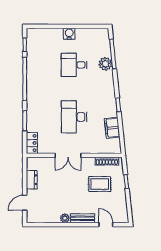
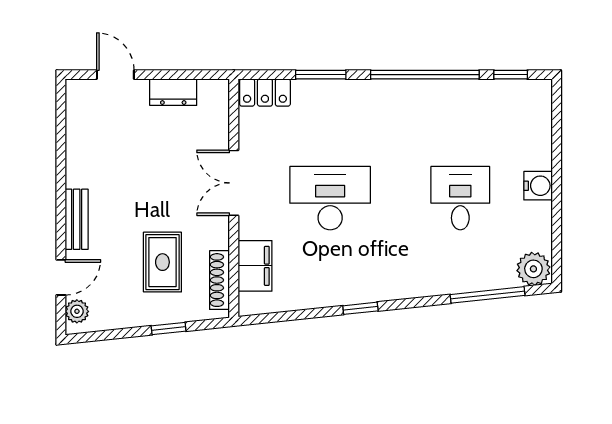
plant: (105, 64) -> (533, 269), moved
filing cabinet: (112, 128) -> (255, 266), moved, turned 96
plant: (65, 218) -> (77, 311), moved

